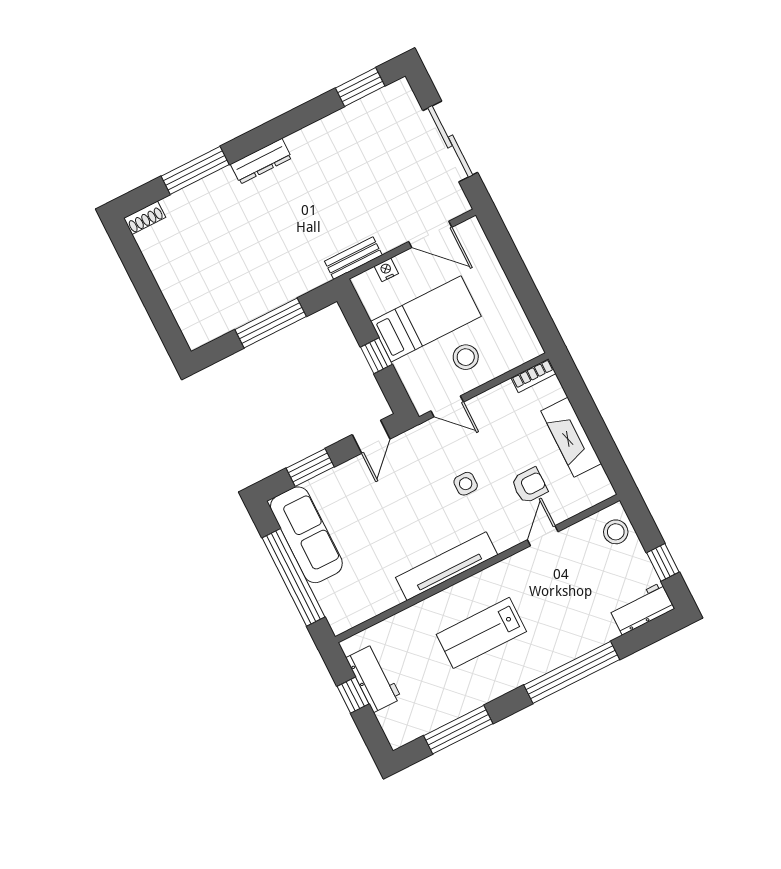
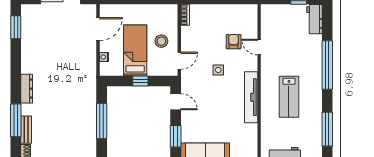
bench: (353, 258) -> (26, 130), moved
fireplace: (571, 437) -> (221, 12), removed
stool: (616, 532) -> (274, 13), removed

